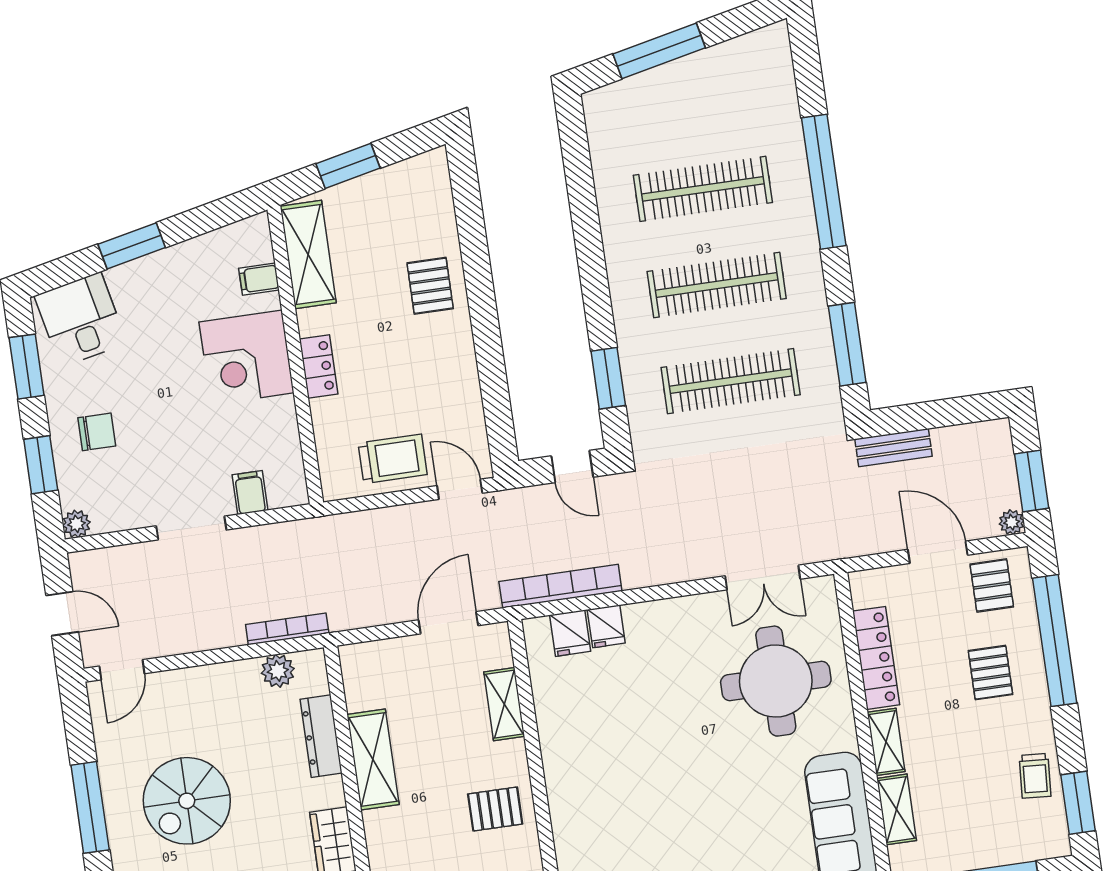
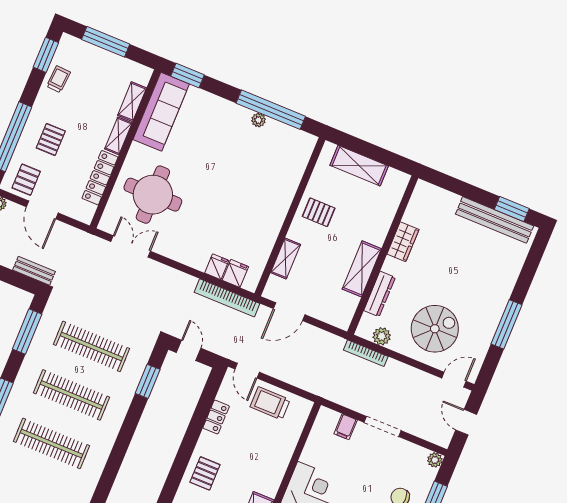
locker: (319, 366) -> (216, 417), moved, turned 180
spiral stairs: (187, 801) -> (435, 329), moved

